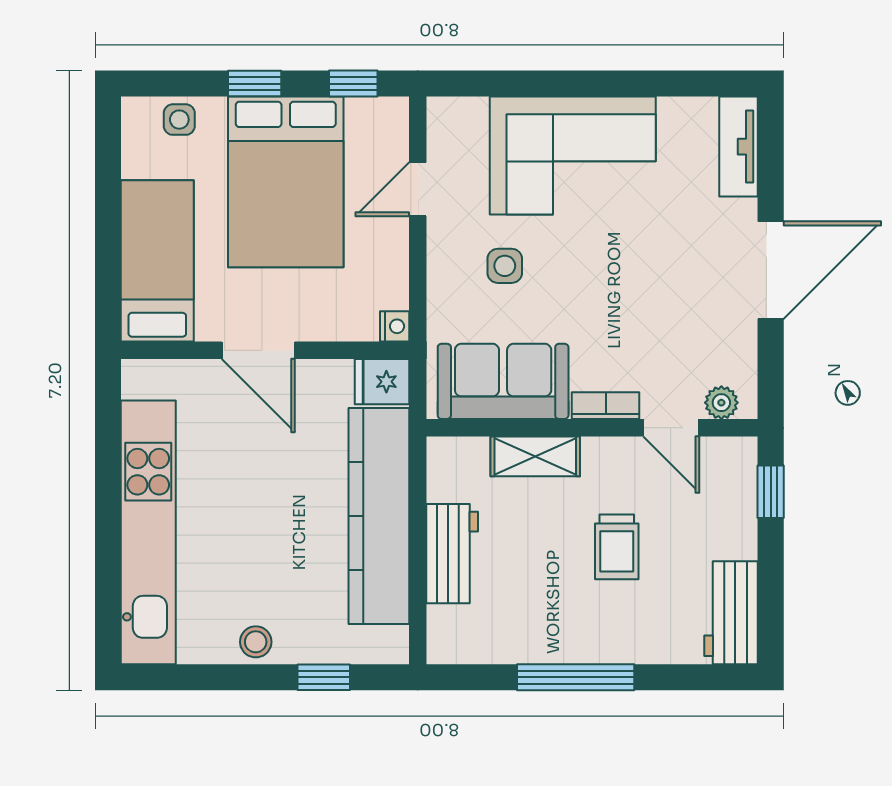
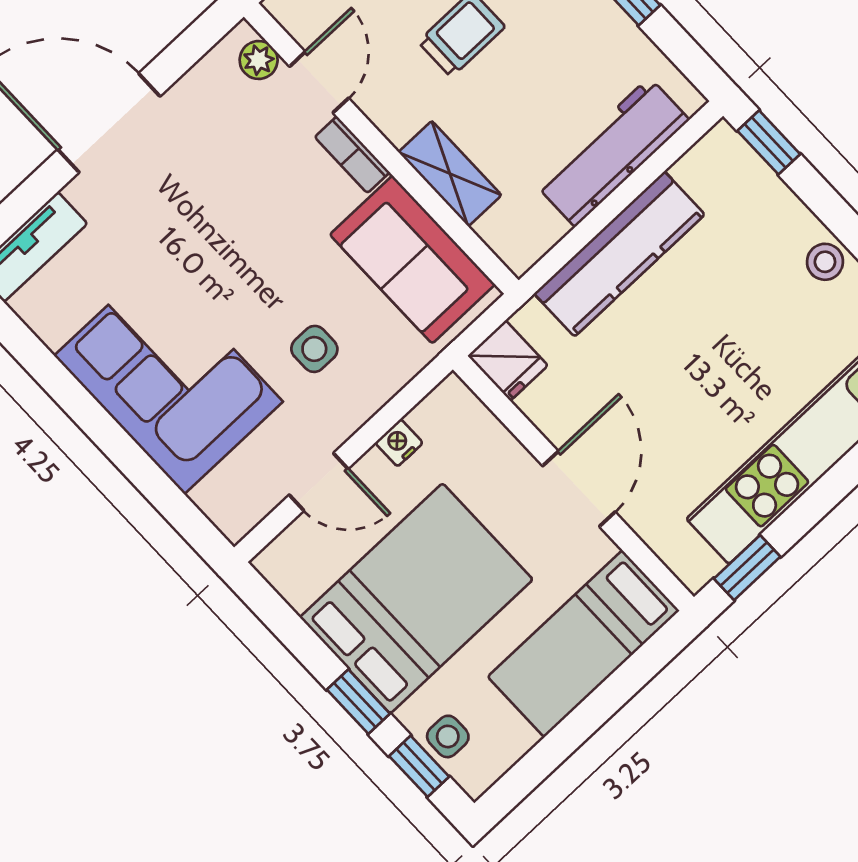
window: (353, 84) -> (419, 766), moved
nightstand: (395, 326) -> (399, 443), moved
window: (108, 410) -> (747, 568), added
kitchen counter: (379, 516) -> (619, 254), width x0.72, depth x0.86
workbench: (452, 554) -> (612, 152), width x1.38
window: (324, 677) -> (769, 142), moved

